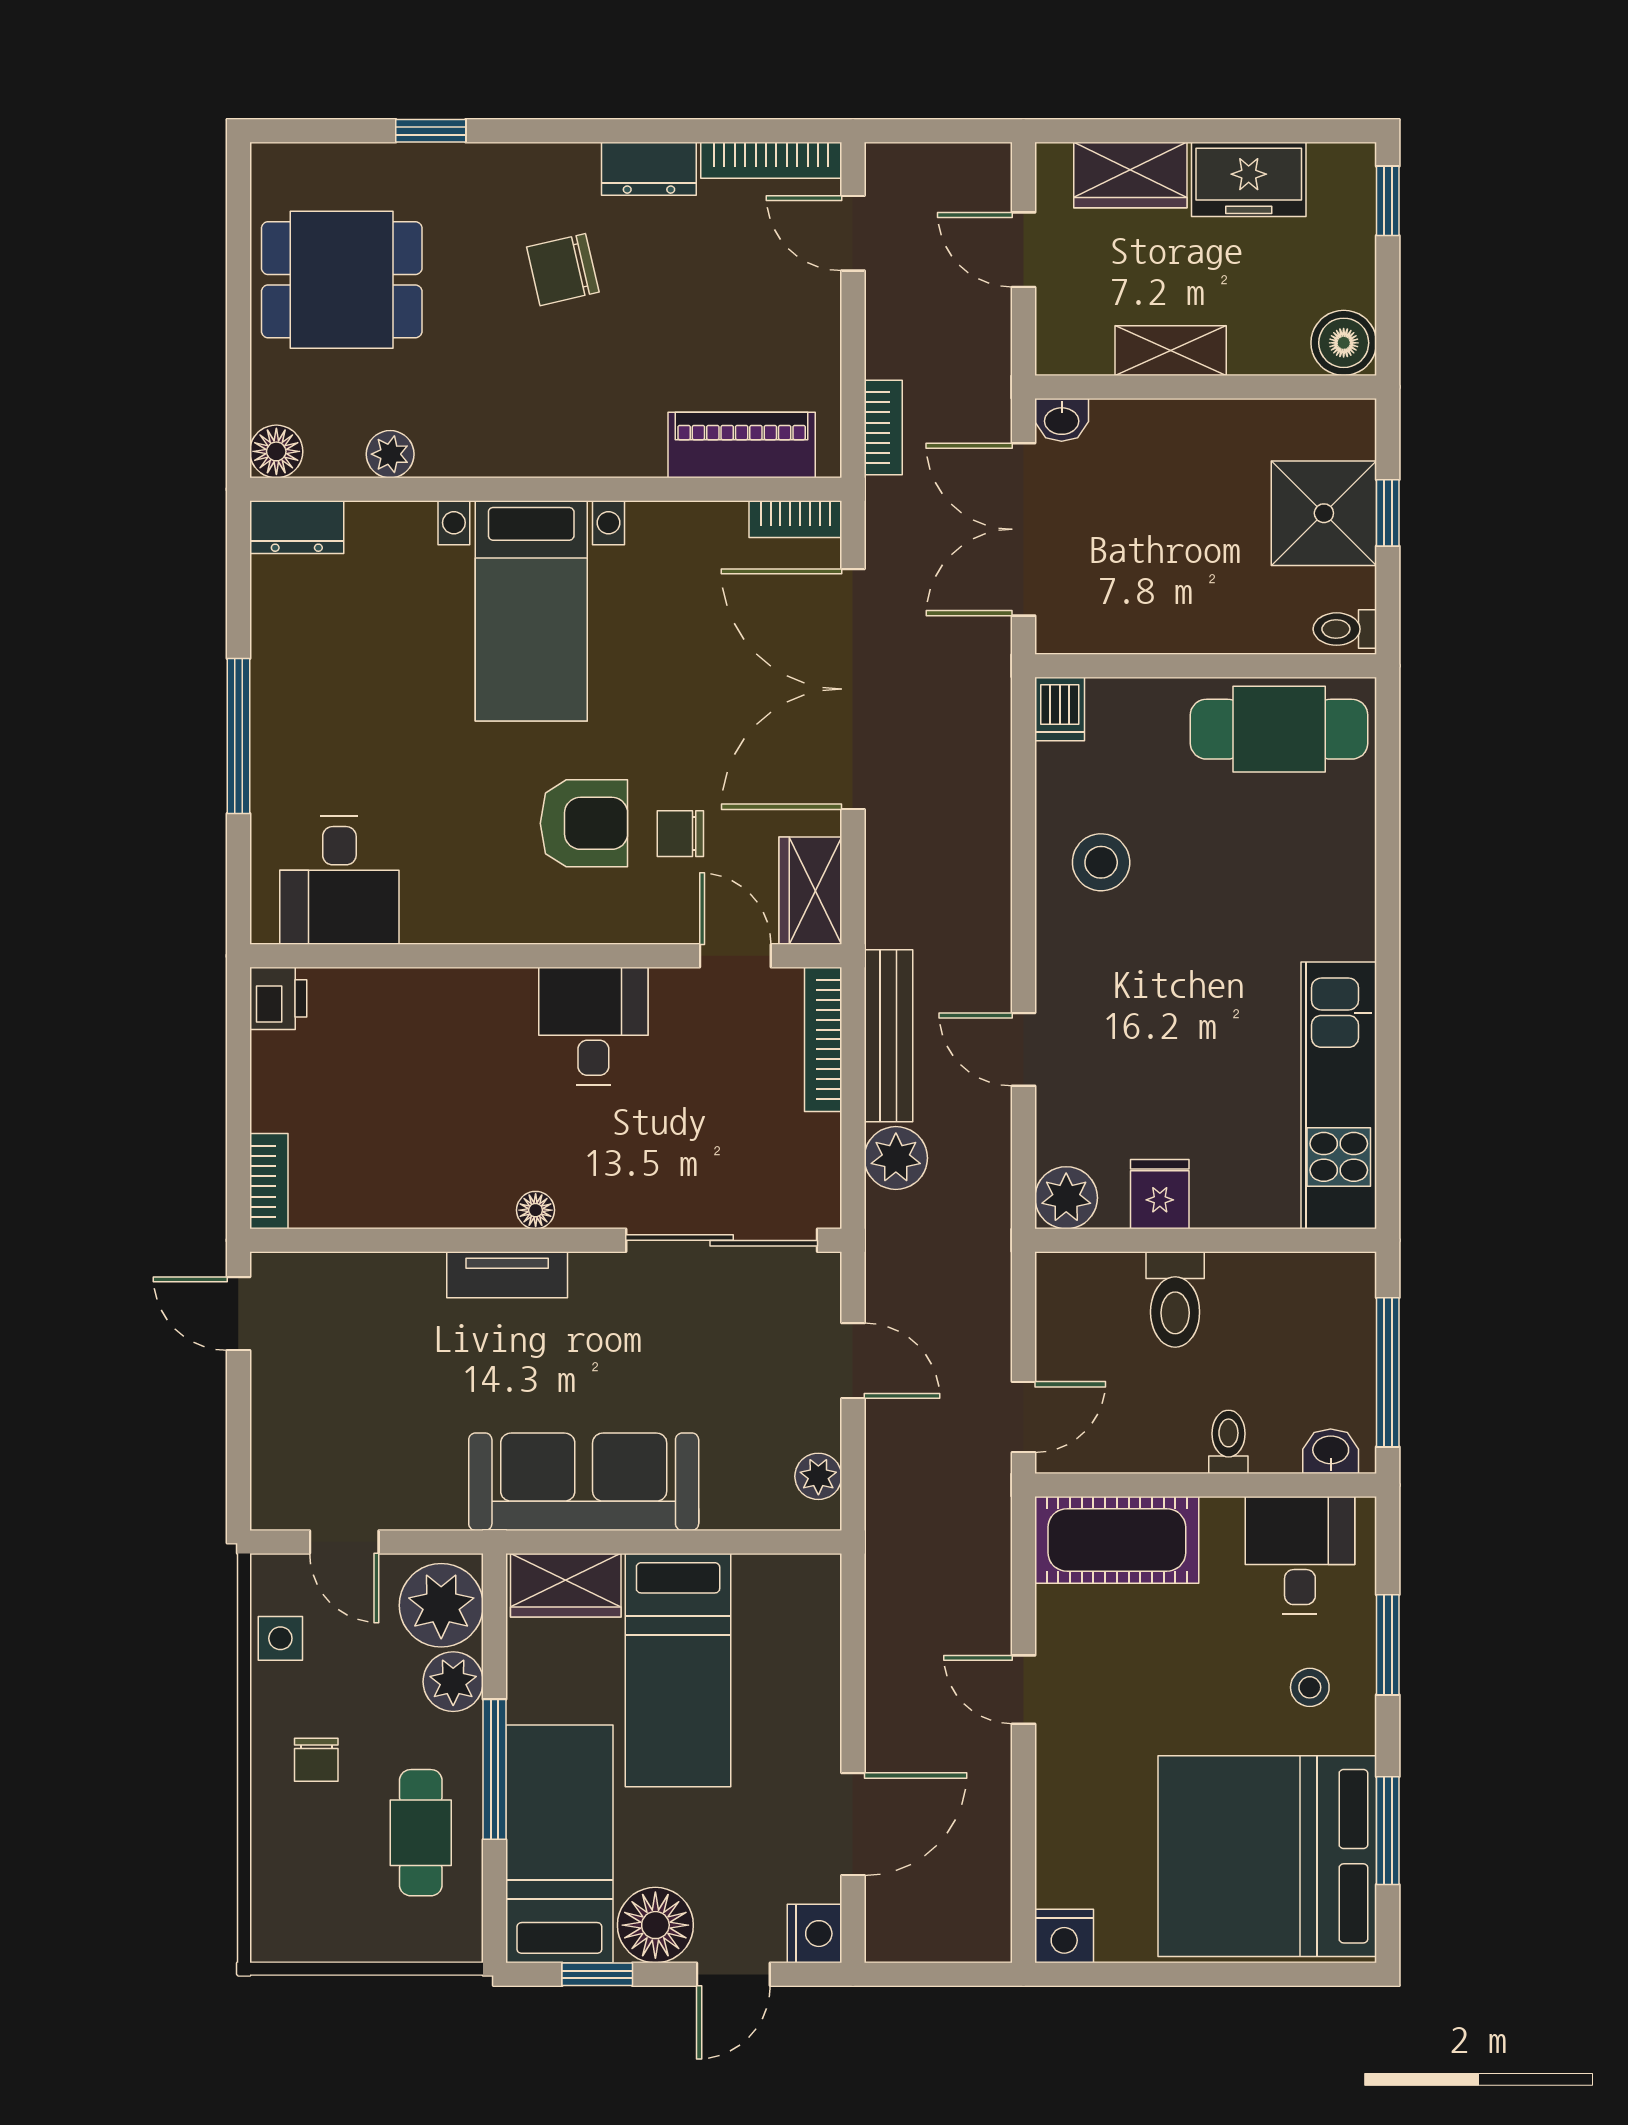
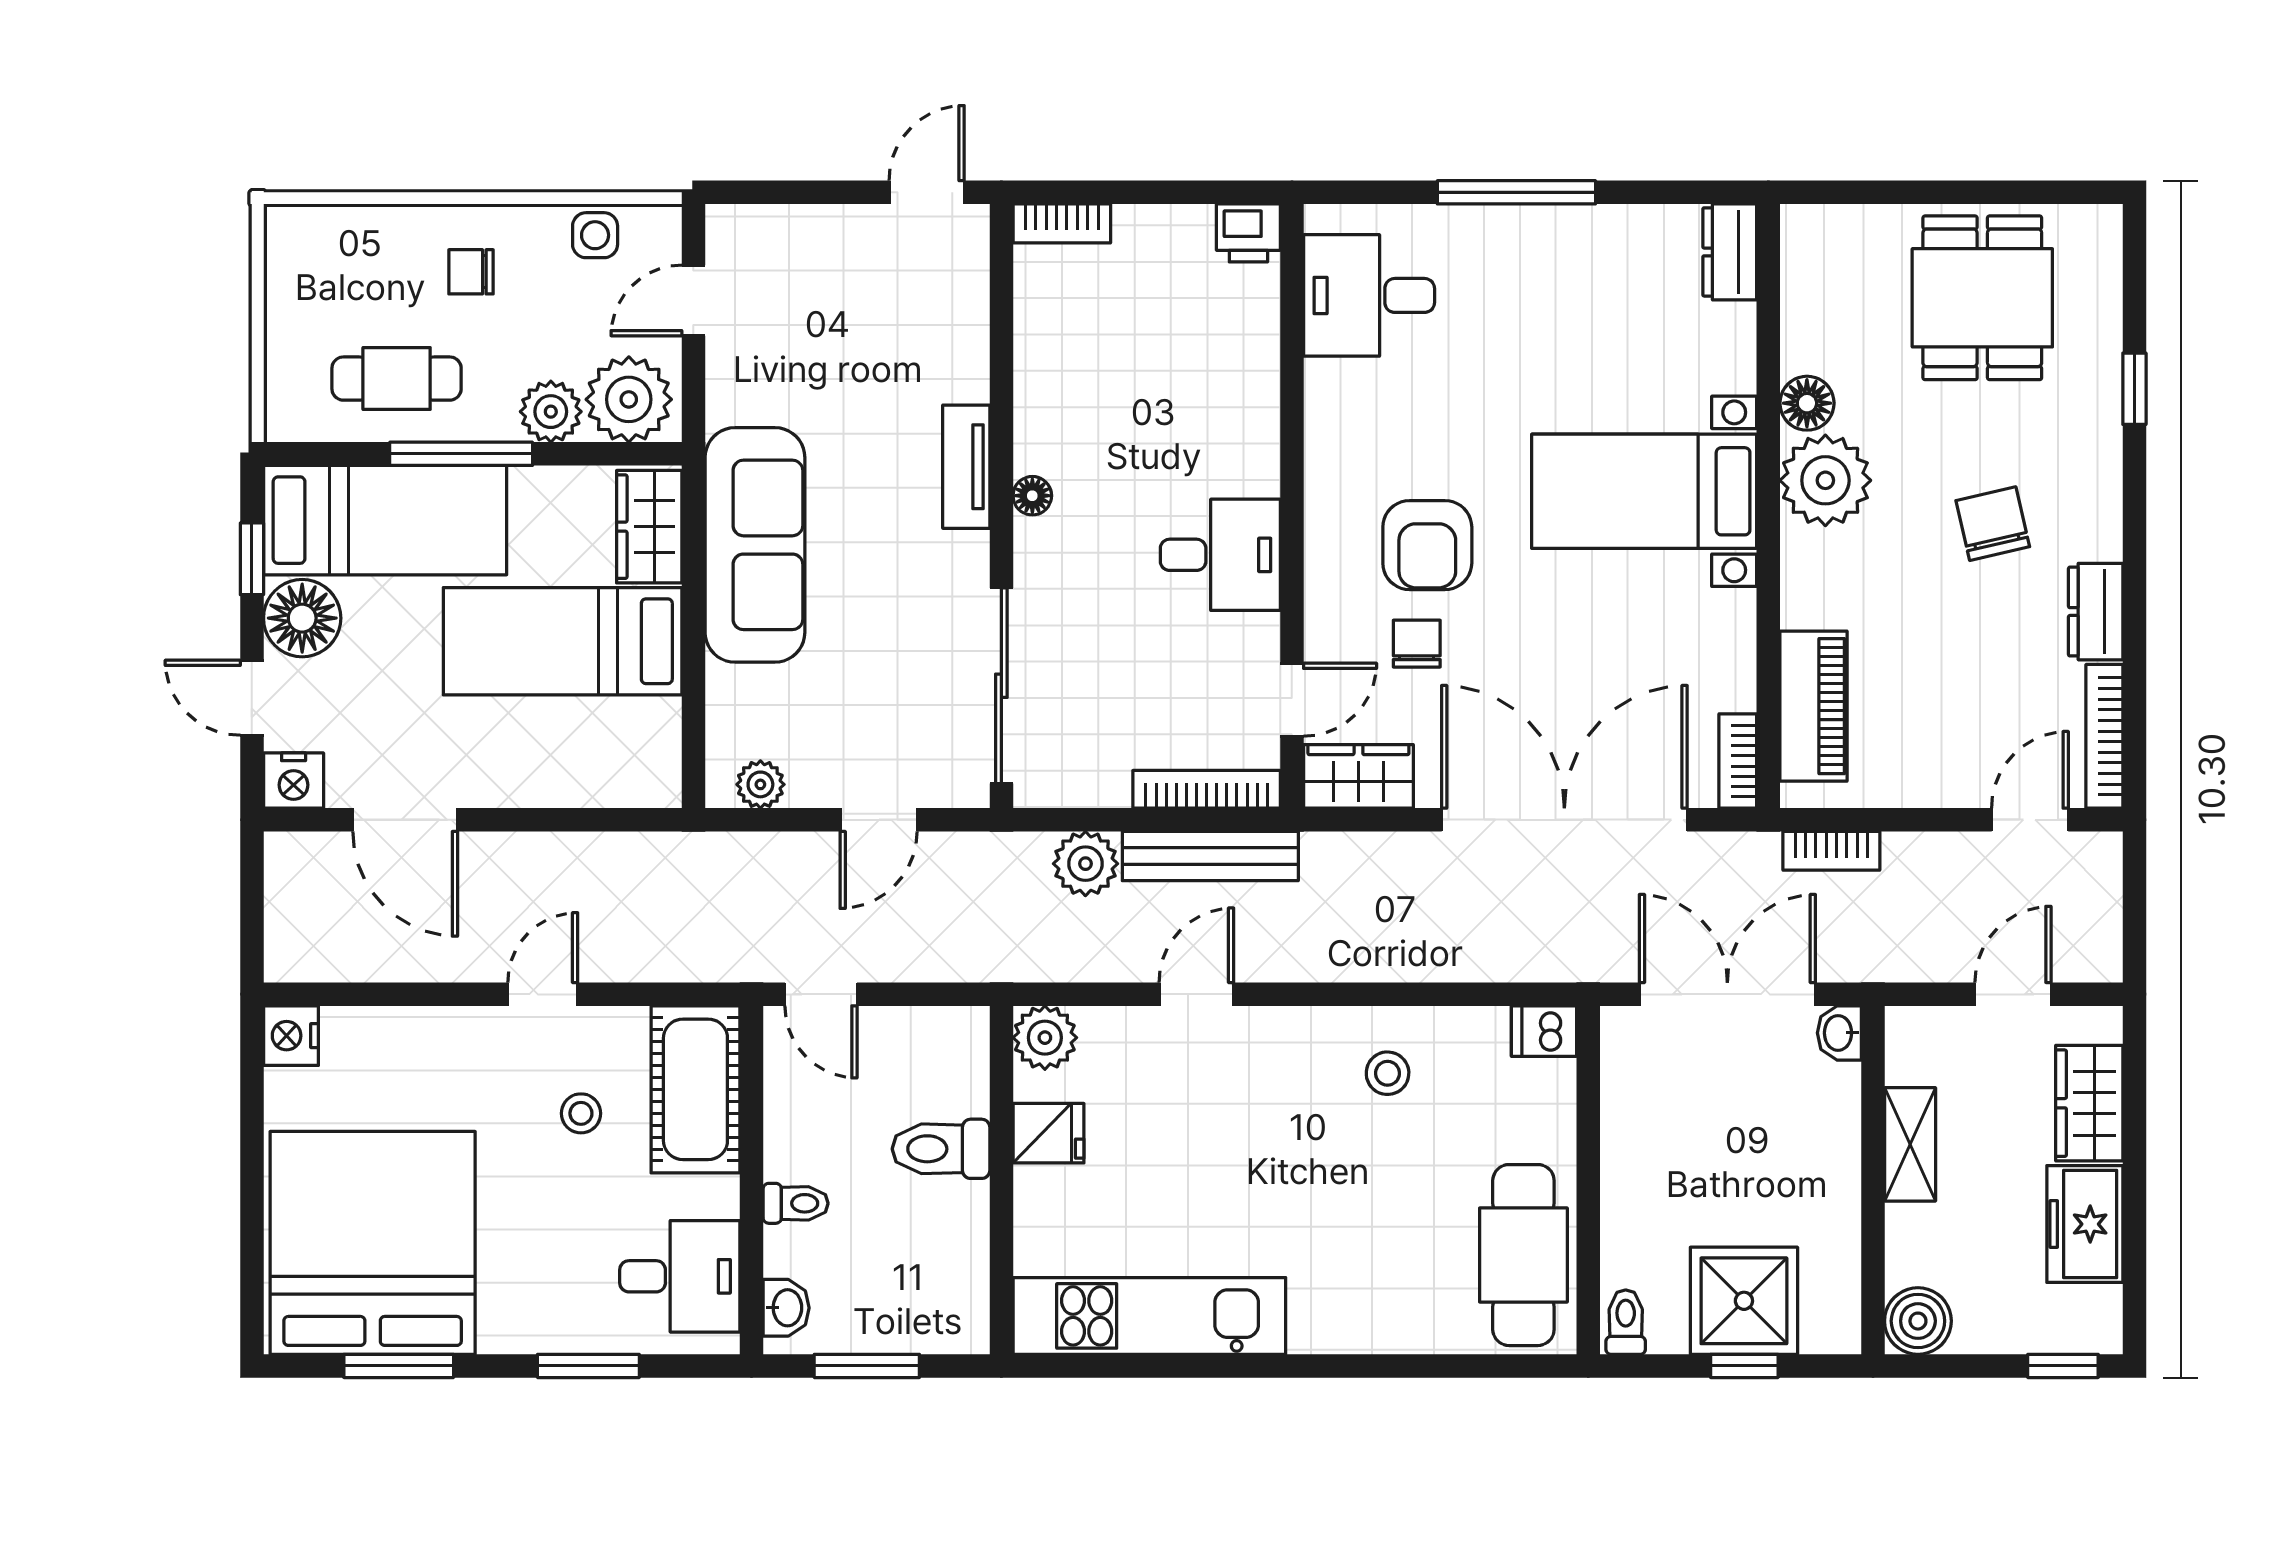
floor lamp: (276, 451) -> (1807, 403), moved
plant: (390, 454) -> (1825, 480), moved, width x1.88, depth x1.88
stool: (1101, 862) -> (1388, 1073), width x0.73, depth x0.73
window: (1388, 1372) -> (867, 1366), width x0.69
stool: (1310, 1687) -> (581, 1113), moved

